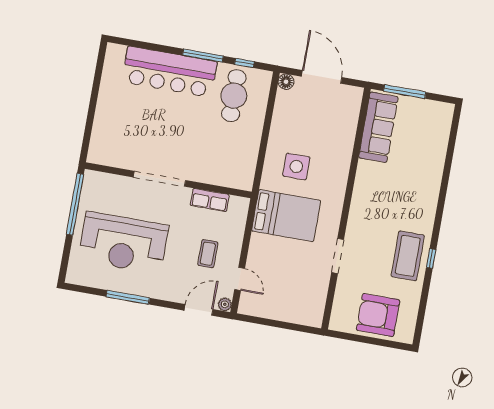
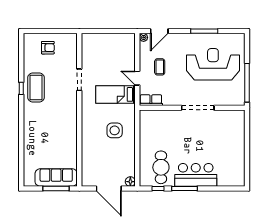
bar counter: (169, 72) -> (196, 175), width x0.73
sofa: (378, 127) -> (56, 178), moved, turned 90
row of seats: (210, 200) -> (151, 100), moved
bed: (286, 216) -> (116, 94), width x0.67
door: (240, 279) -> (137, 78), moved
armchair: (378, 315) -> (48, 48), width x0.53, depth x0.53

